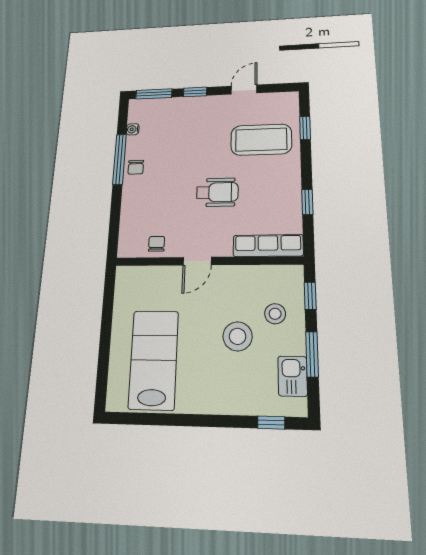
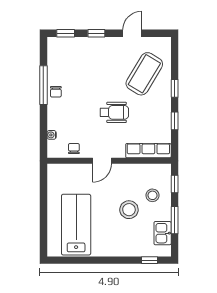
window: (154, 94) -> (66, 33), width x0.67
window: (305, 128) -> (175, 88), moved
water cooler: (133, 129) -> (52, 135), moved
coffee table: (261, 140) -> (144, 74), turned -59

